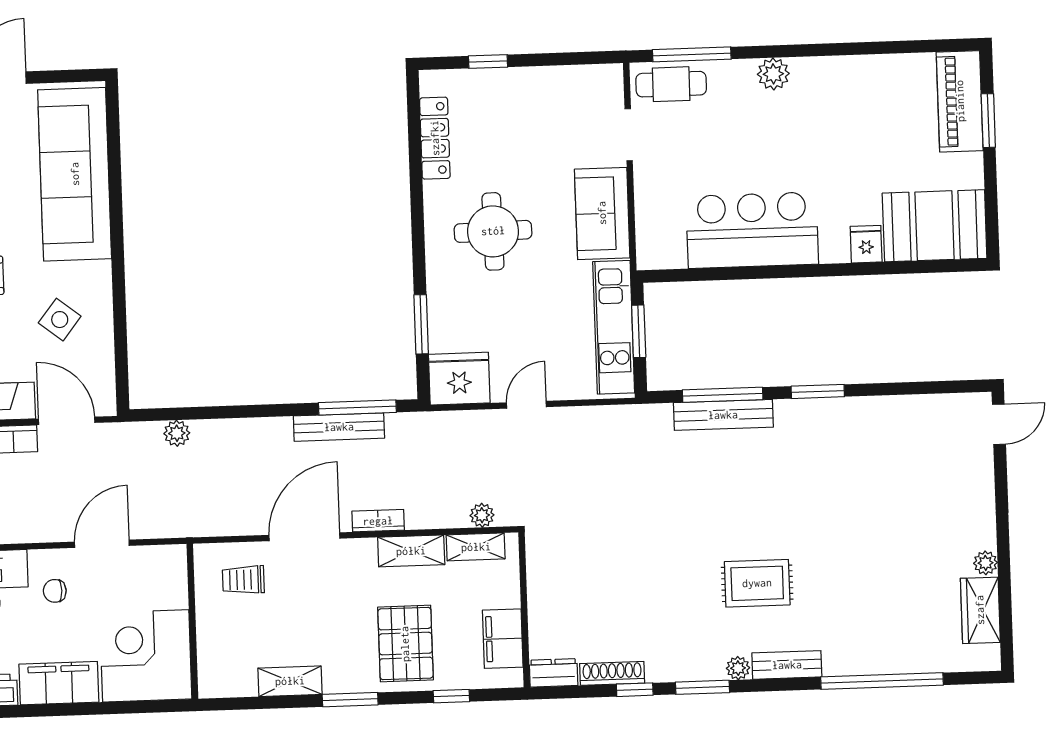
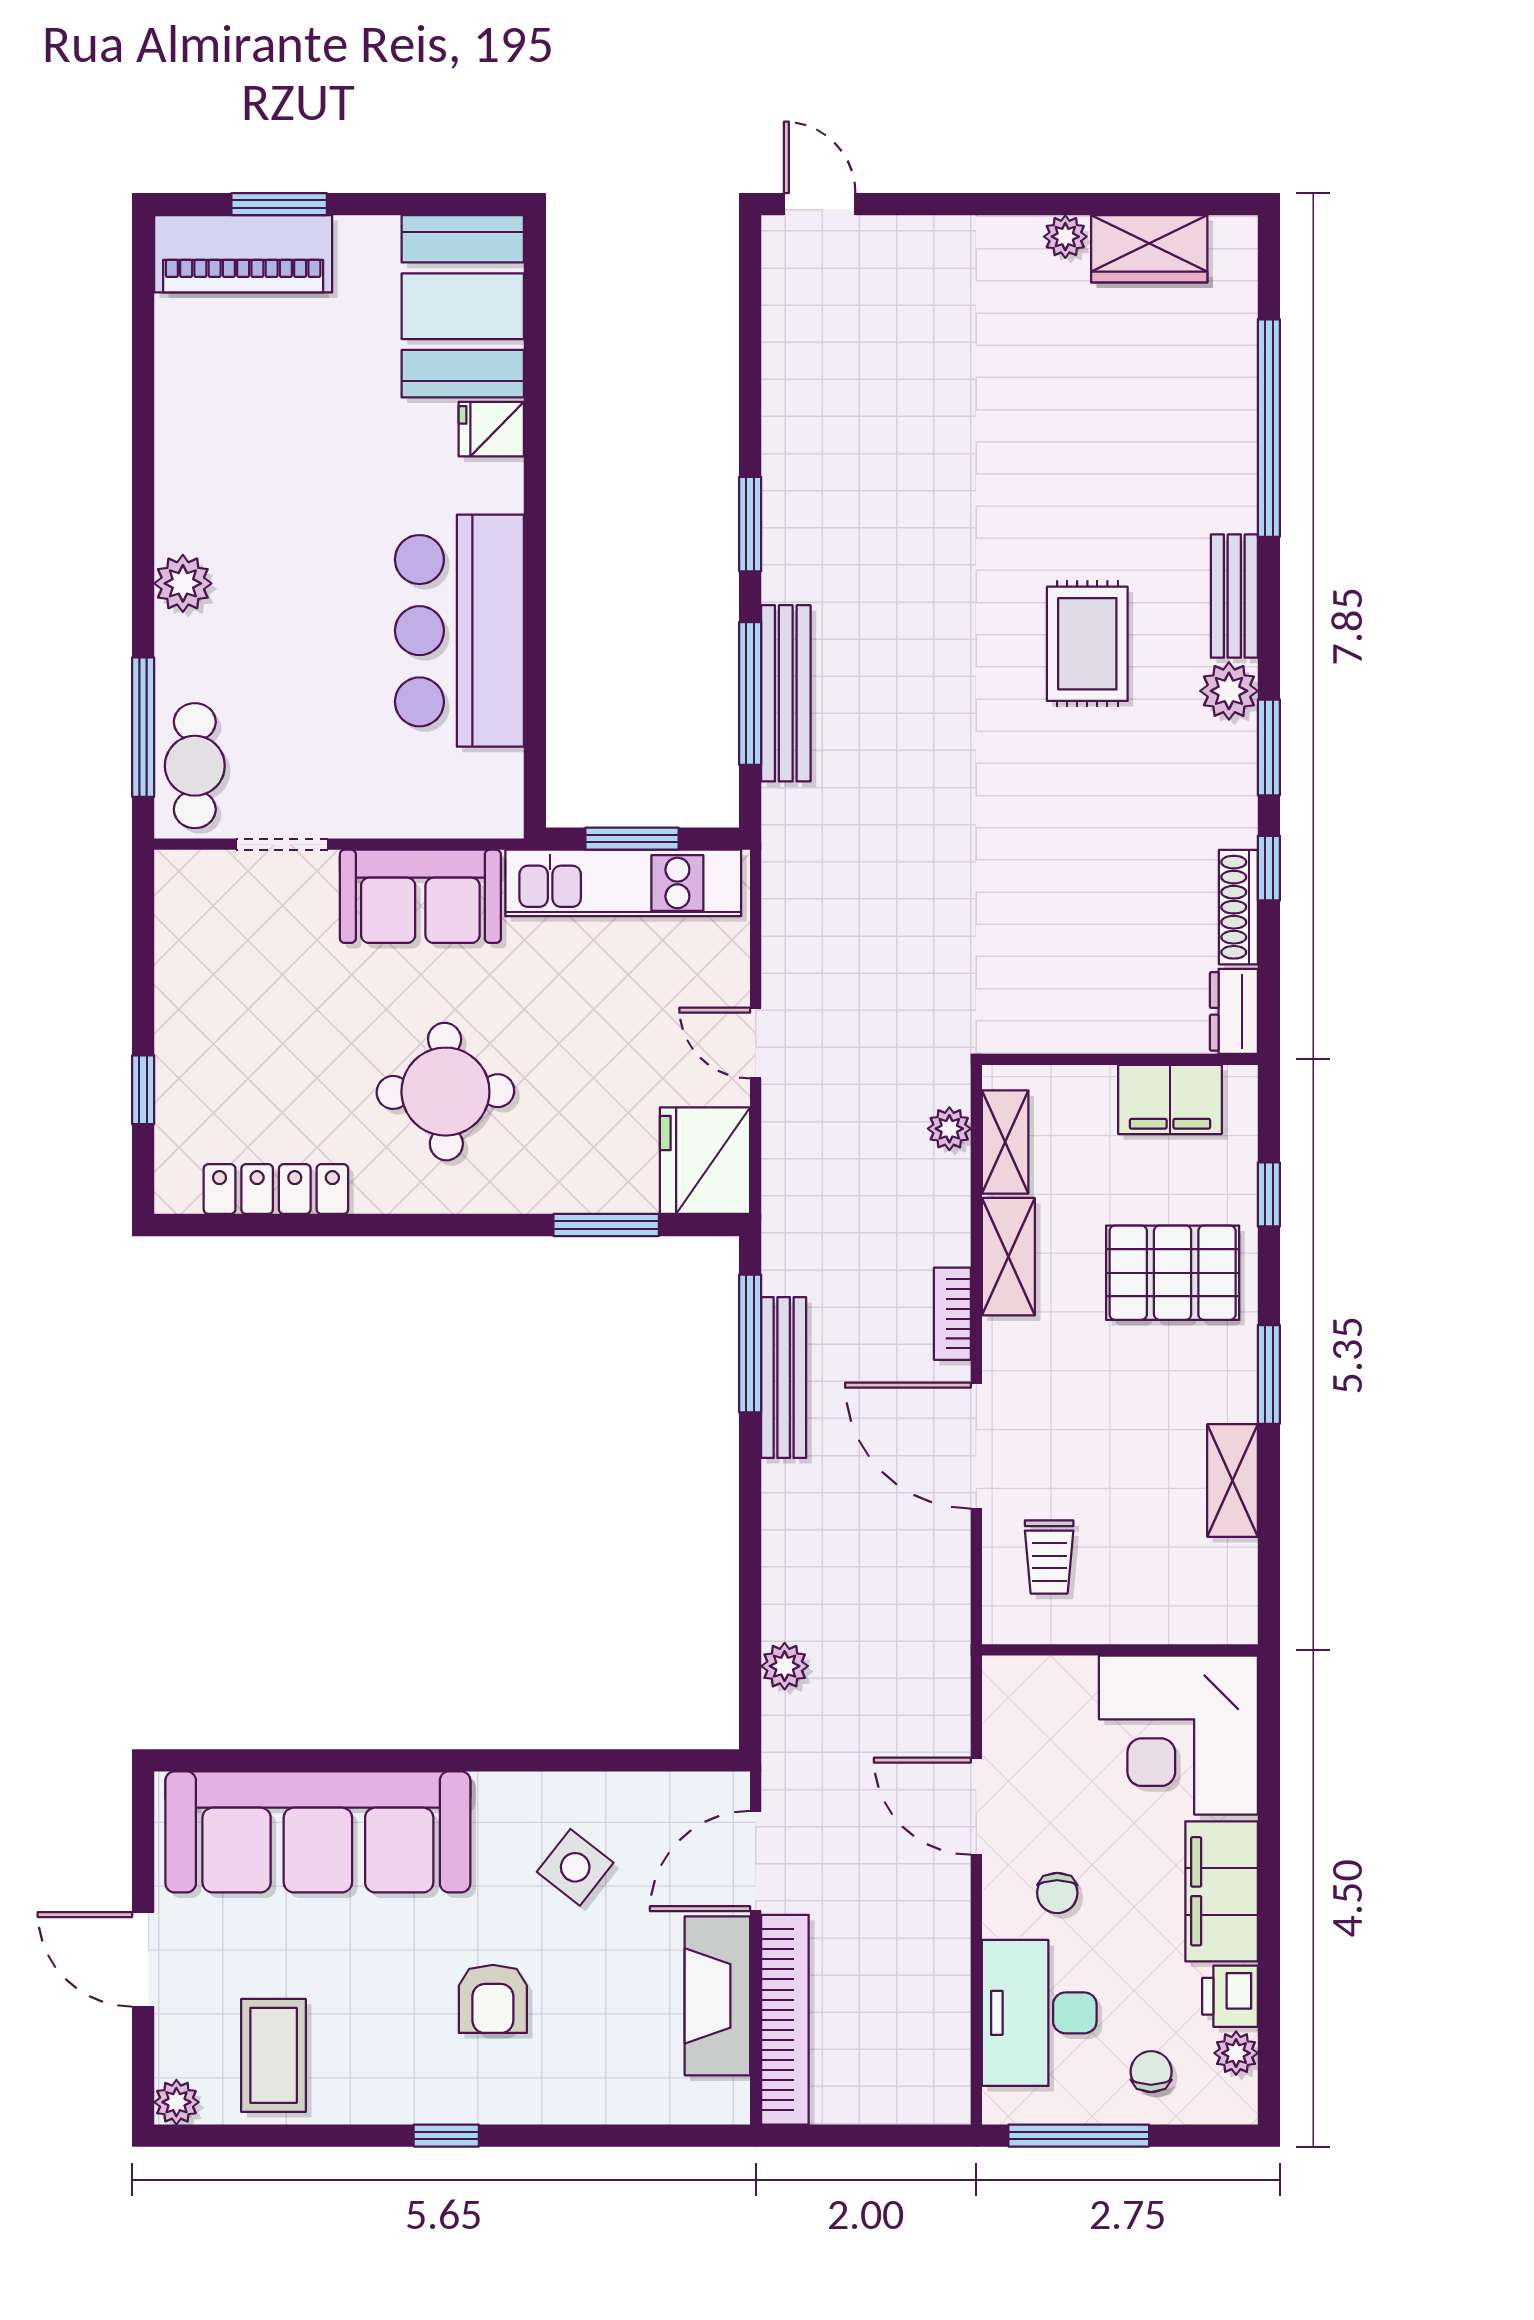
plant: (738, 668) -> (1229, 691), width x1.38, depth x1.38

